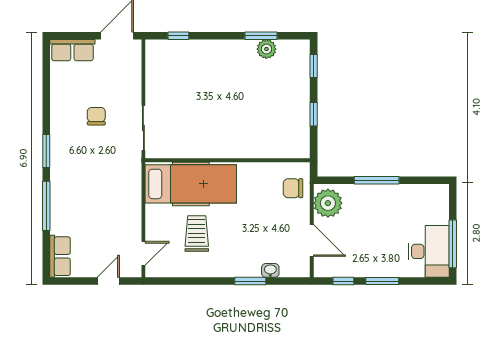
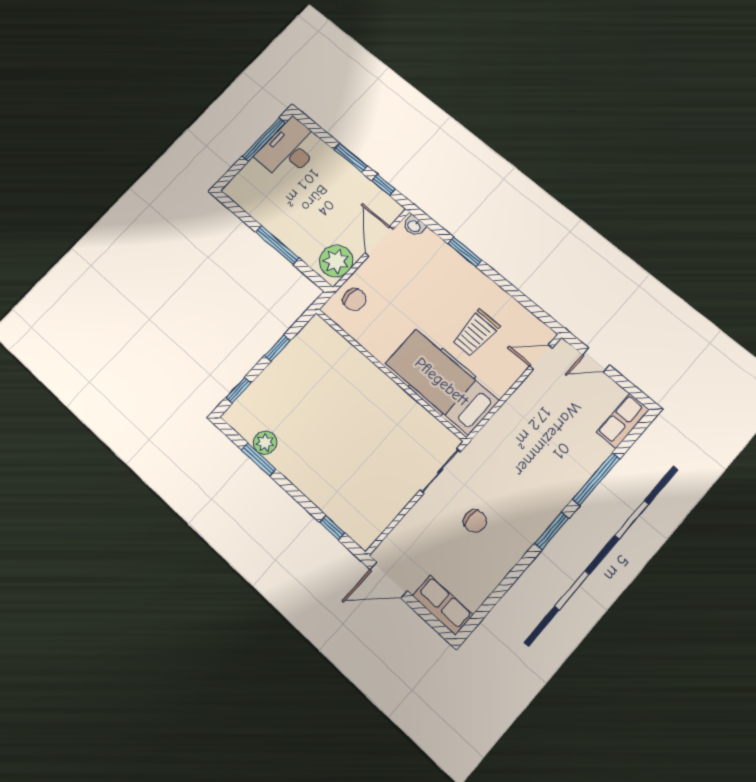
chair: (96, 116) -> (475, 521), turned -90
washbasin: (270, 270) -> (414, 226), moved

